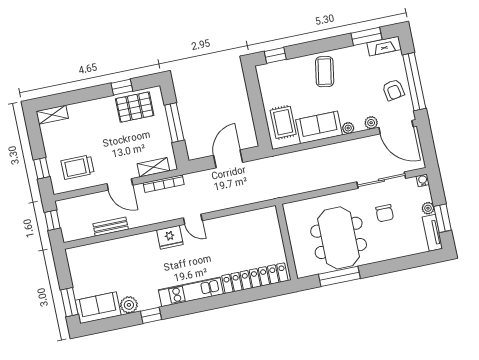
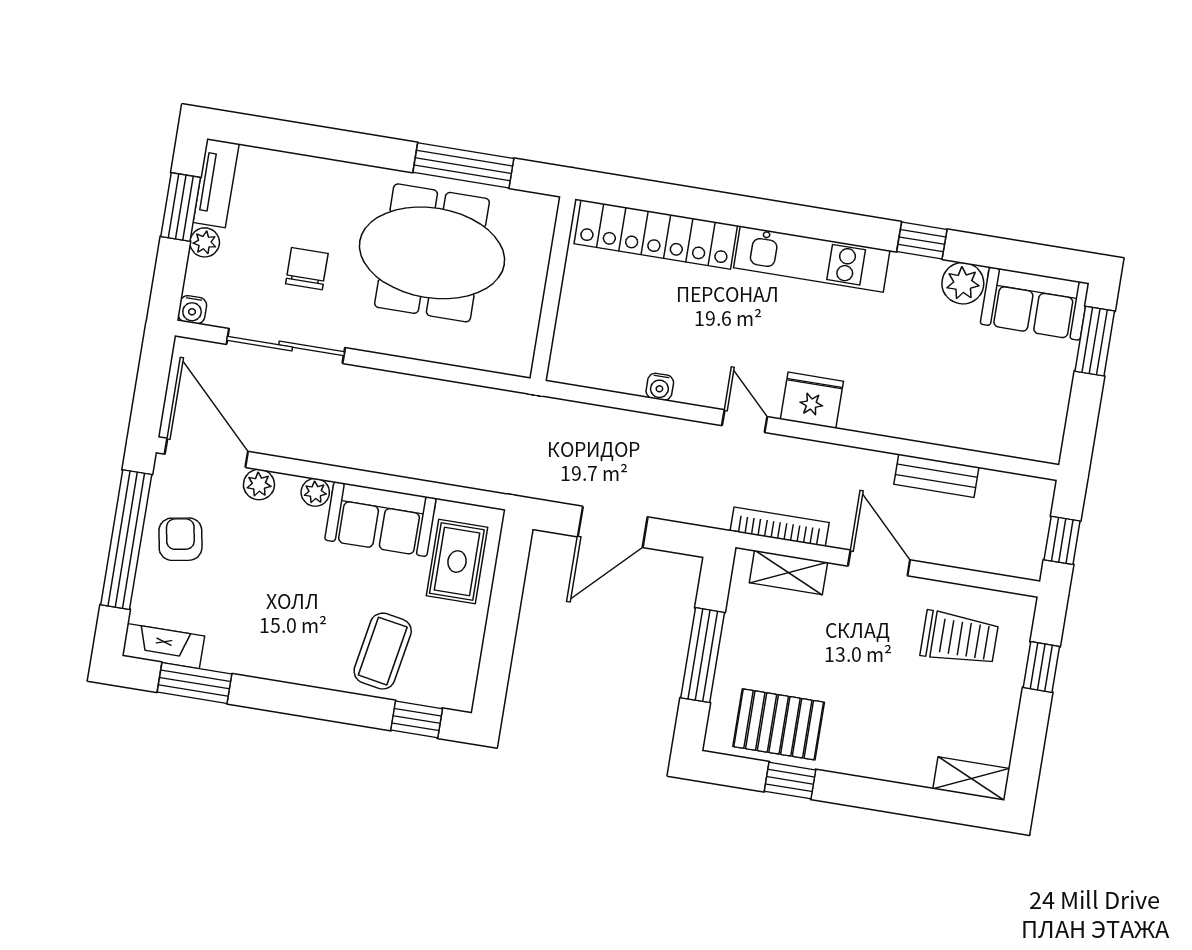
coffee table: (325, 72) -> (383, 651), moved
water cooler: (231, 220) -> (660, 387), added
meeting table: (339, 238) -> (432, 253), turned 90

